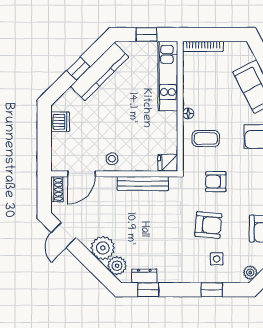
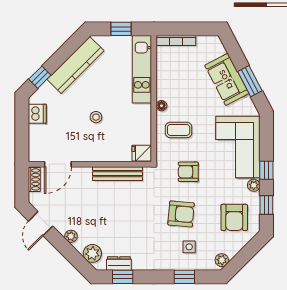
window: (78, 69) -> (40, 77), moved
stool: (112, 159) -> (96, 117), moved
plant: (103, 248) -> (71, 236), width x0.53, depth x0.53

